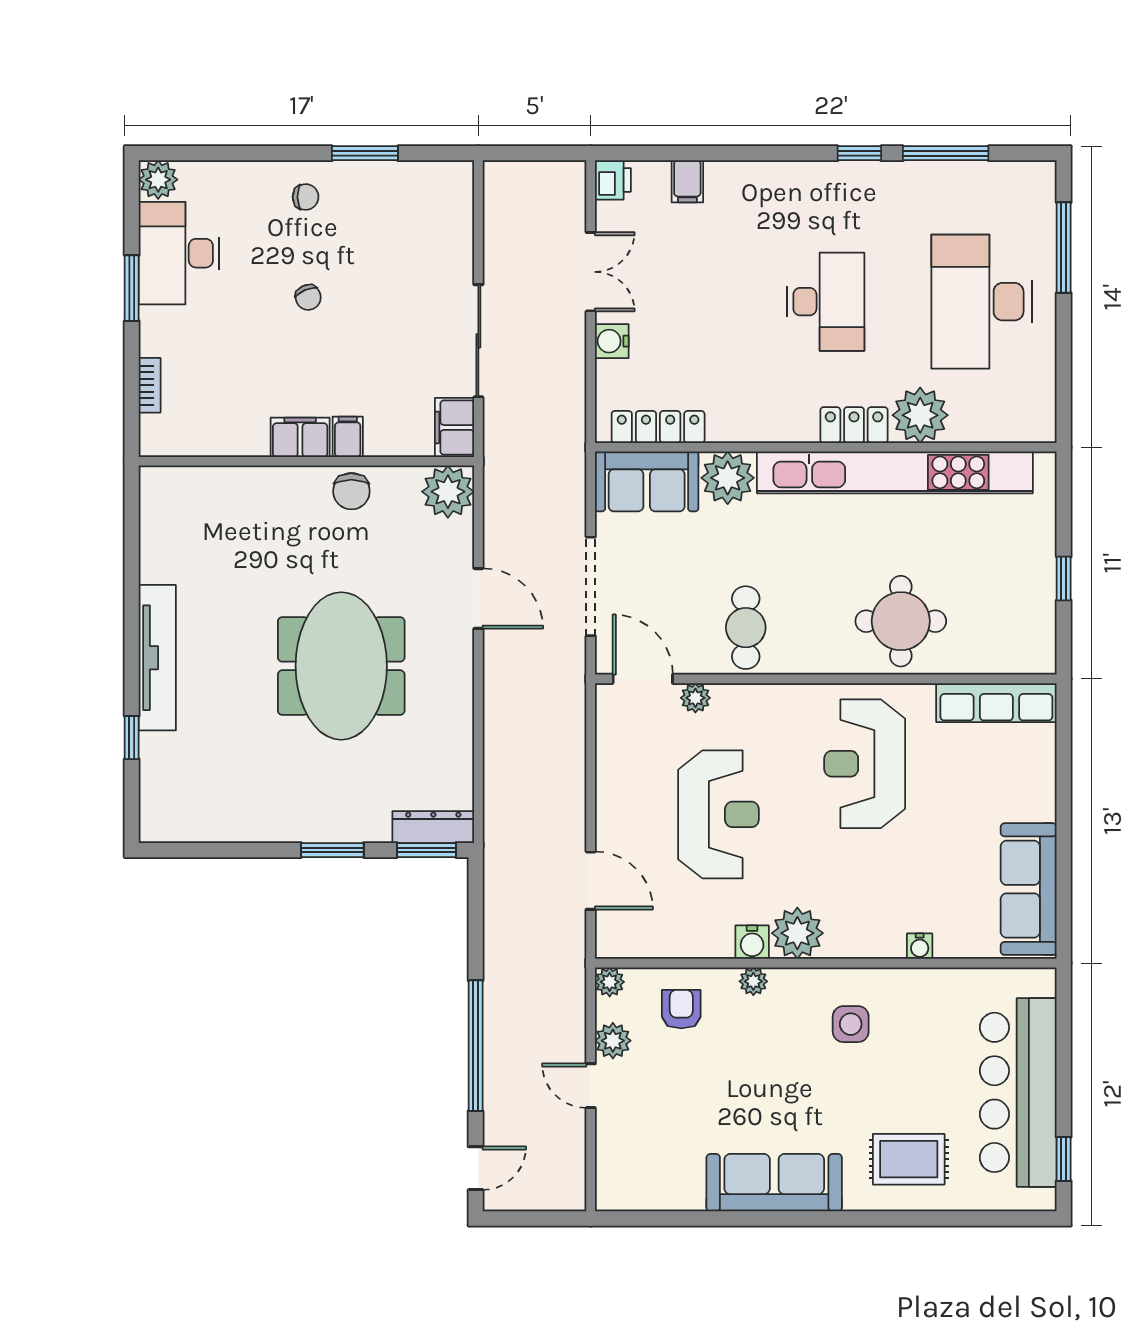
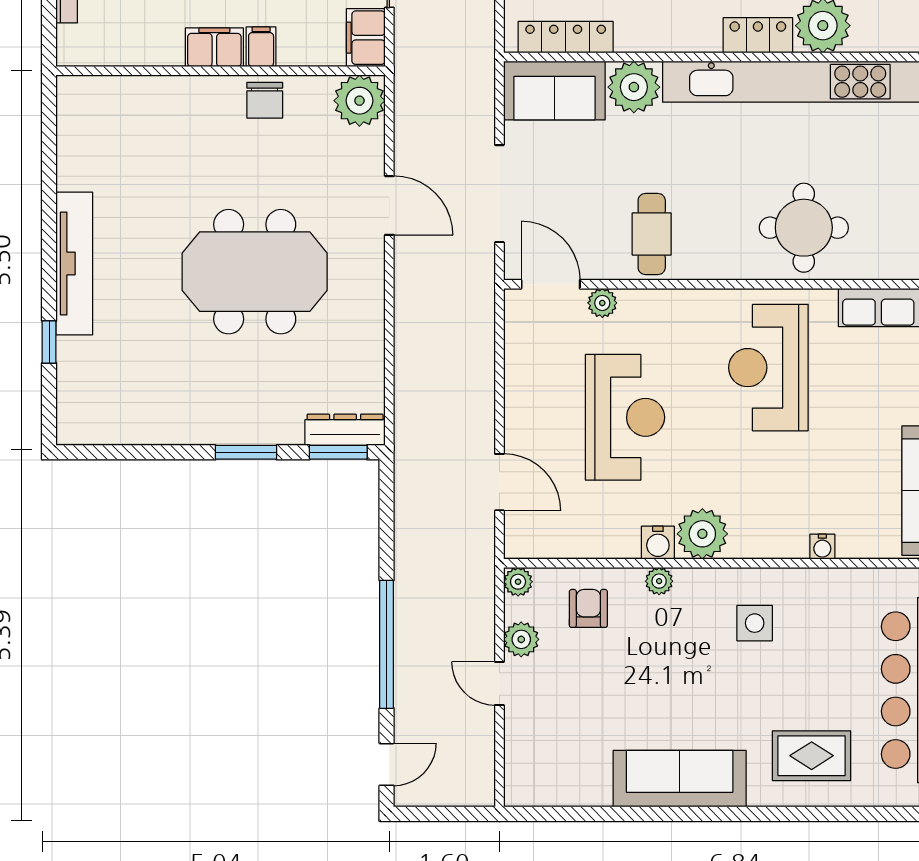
meeting table: (341, 666) -> (255, 272), turned 90

